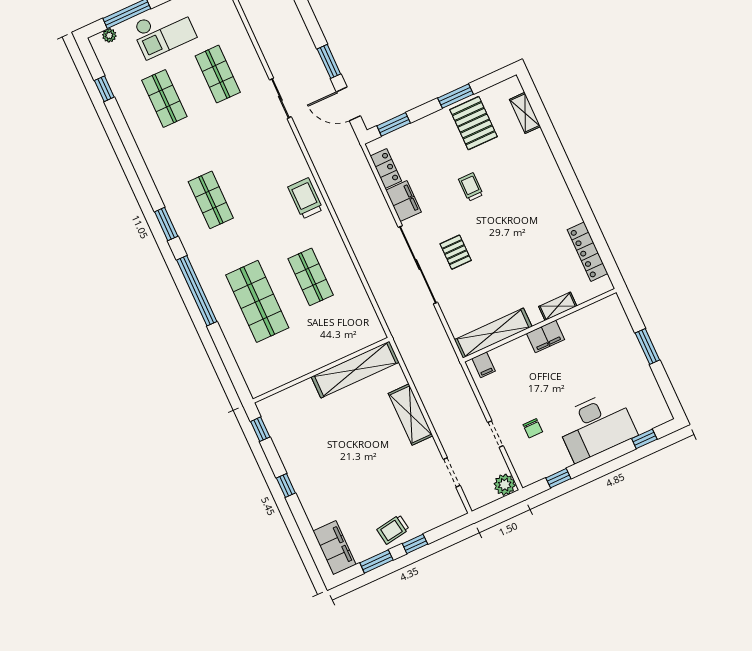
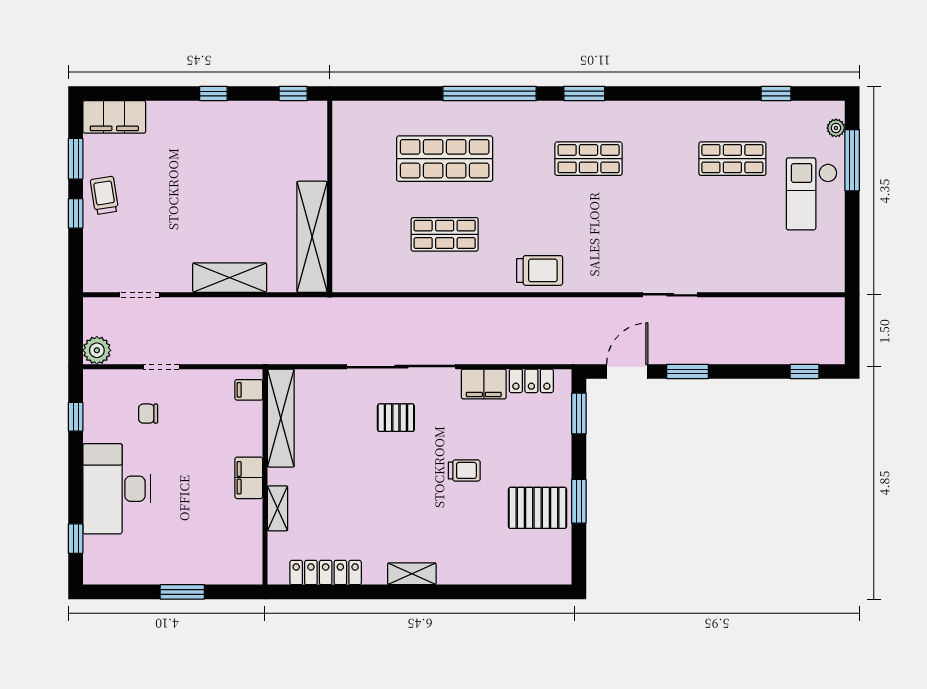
shop shelf: (218, 74) -> (732, 234), removed
shelving: (525, 113) -> (412, 574), moved

